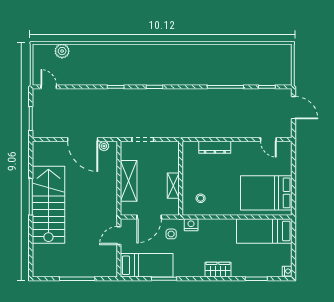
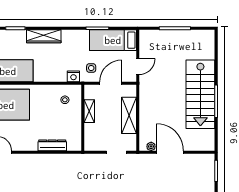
wardrobe: (218, 270) -> (44, 36), width x1.50

